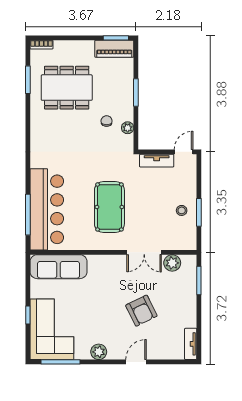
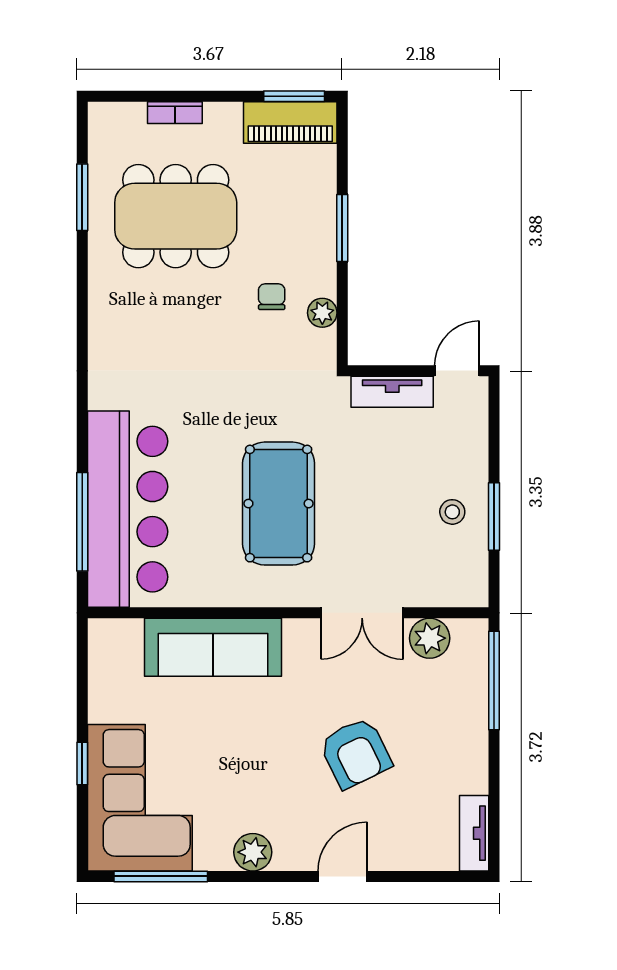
bookcase: (41, 45) -> (175, 113), moved
sofa: (59, 267) -> (213, 647), moved
window: (199, 280) -> (494, 680), width x1.44

